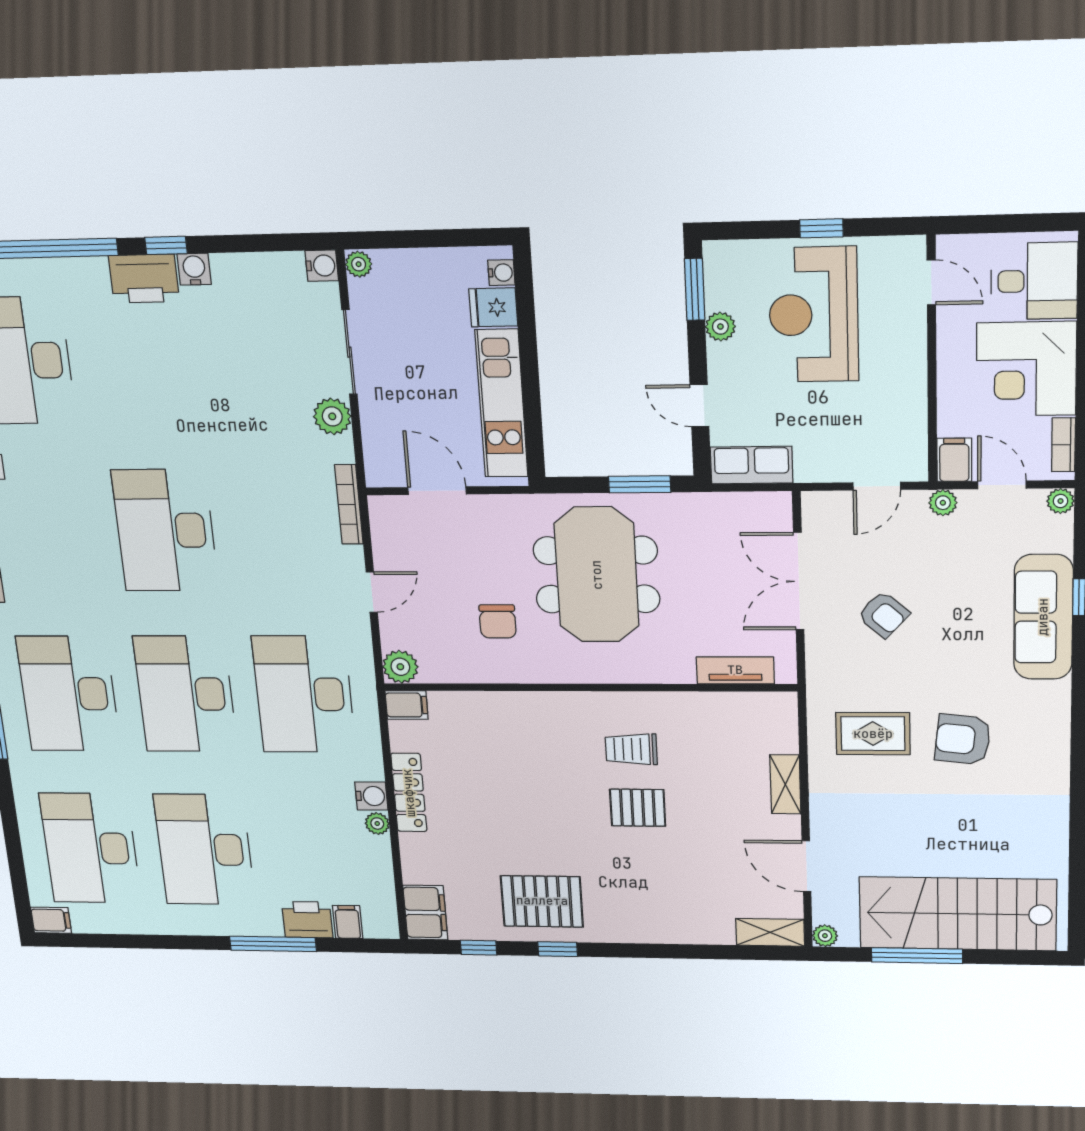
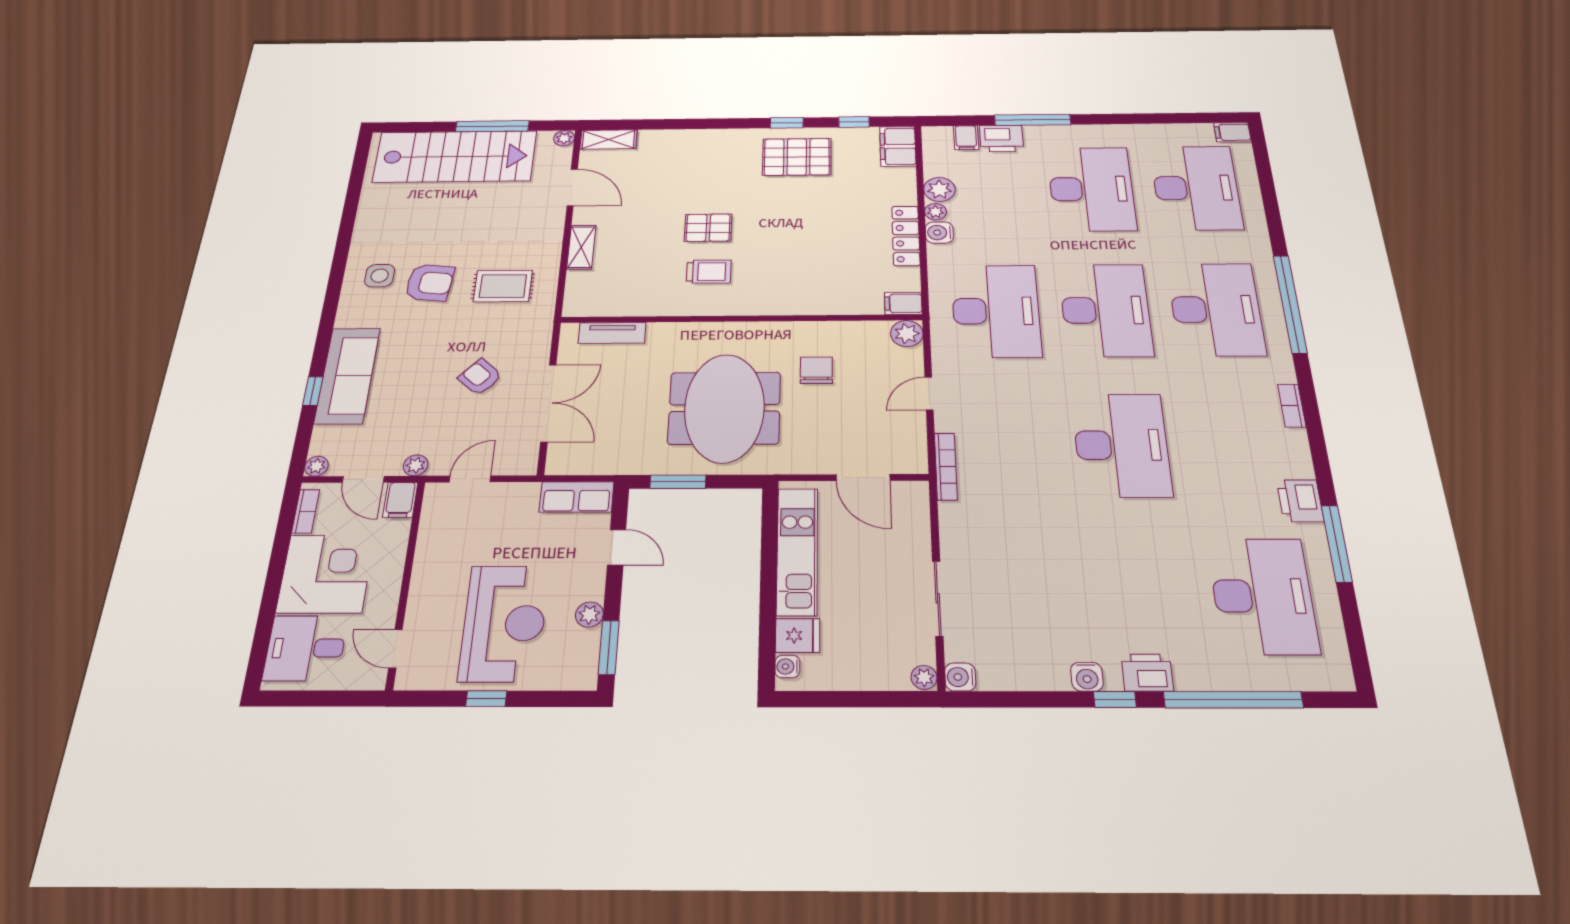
printer: (144, 279) -> (1147, 673), width x0.73, depth x0.84
plant: (332, 416) -> (939, 189), moved
side table: (1026, 750) -> (380, 276), added

